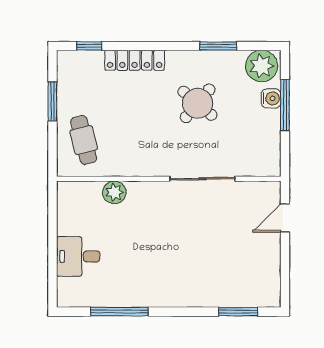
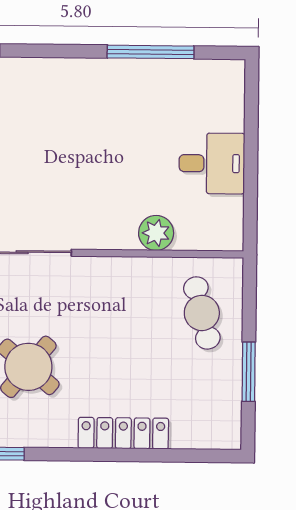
window: (89, 46) -> (192, 456), removed
desk: (78, 256) -> (212, 163), moved

